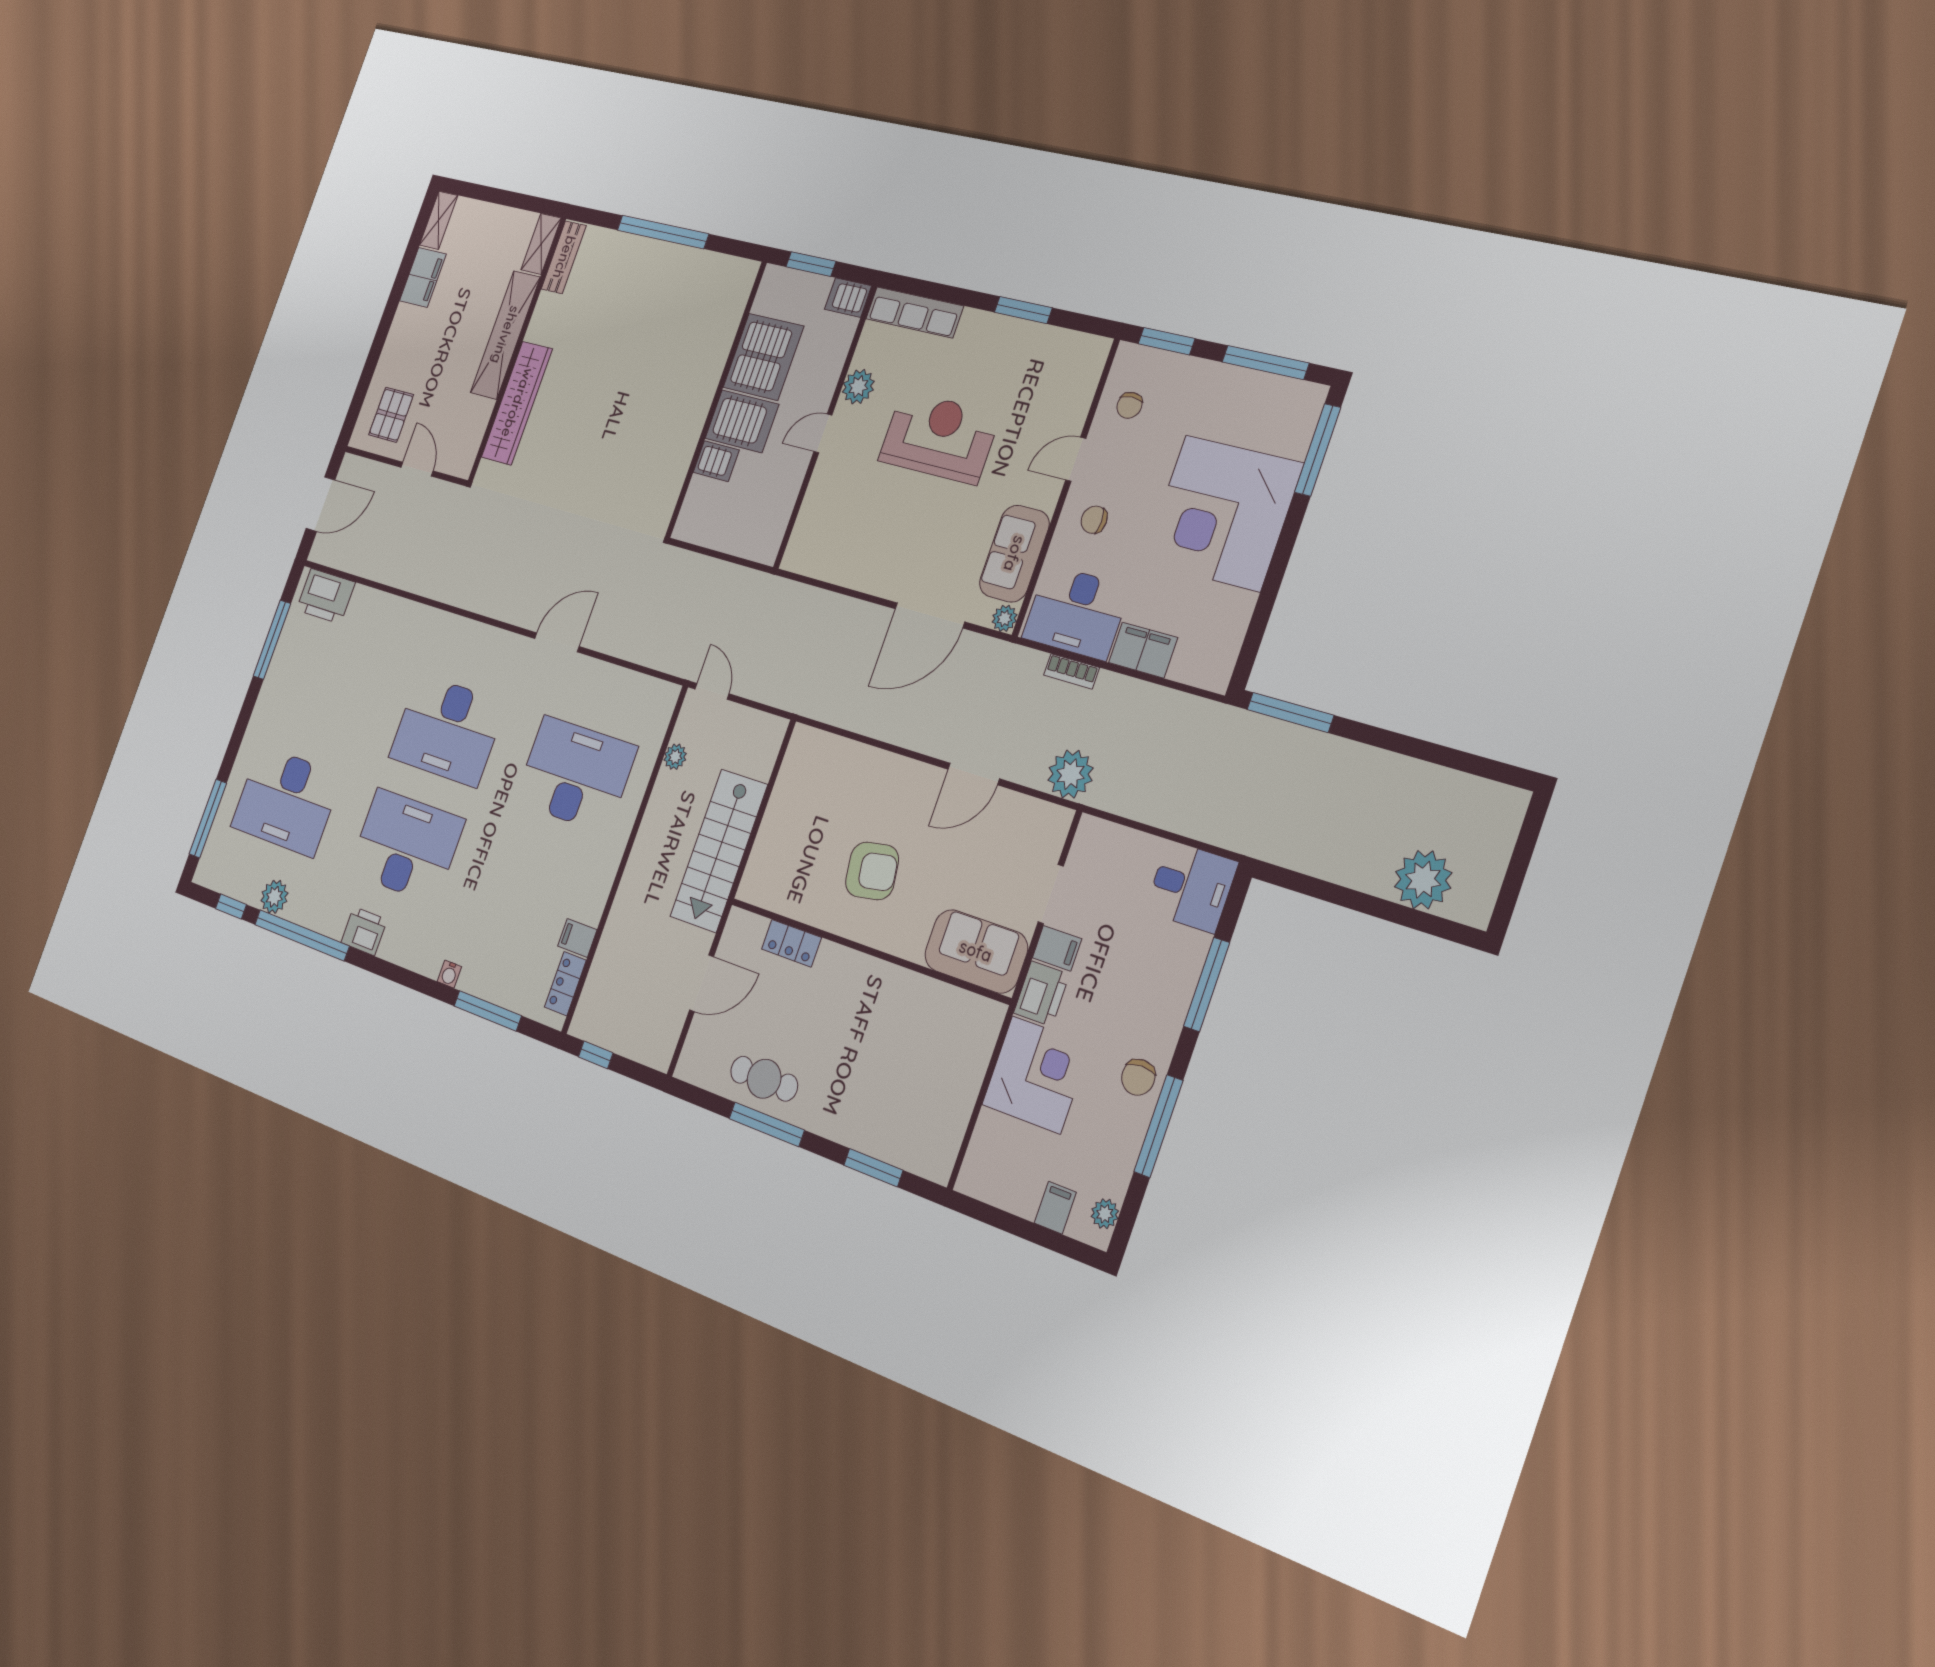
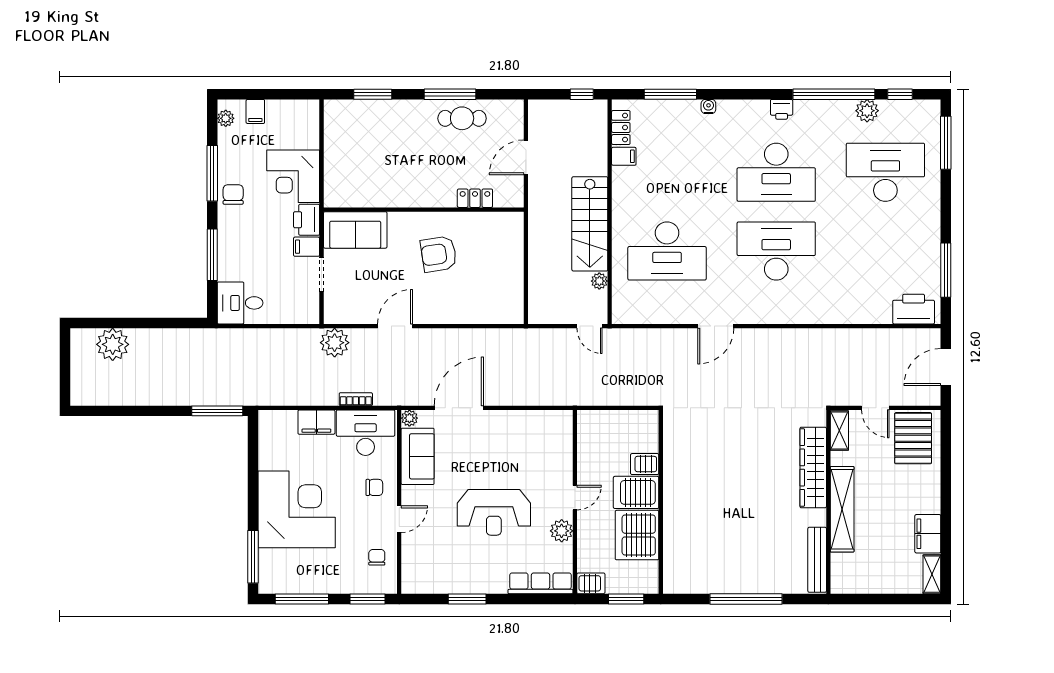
shelving: (541, 244) -> (839, 431), moved
bench: (564, 257) -> (817, 560), width x1.36
pallet: (391, 415) -> (913, 438), width x1.50, depth x1.42
stairs: (719, 851) -> (590, 224), moved, turned 180
printer: (364, 931) -> (782, 109), width x0.73, depth x0.81

